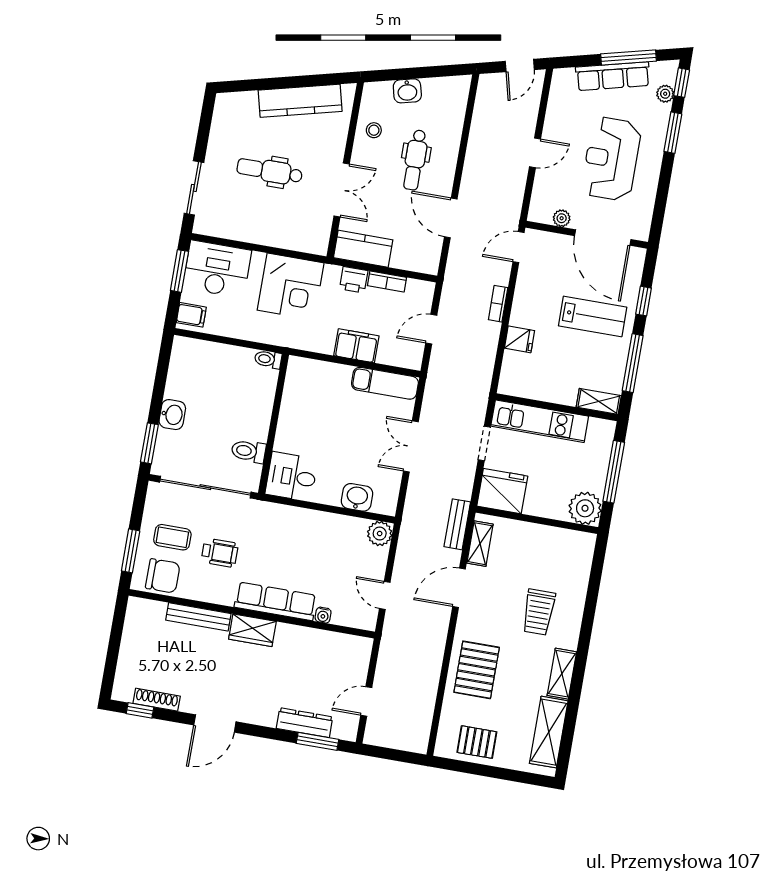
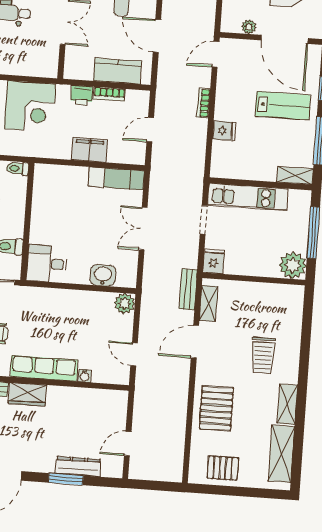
kitchen counter: (363, 249) -> (117, 71), moved
fridge: (502, 491) -> (214, 261), width x0.53, depth x0.75
window: (318, 741) -> (66, 479), moved

